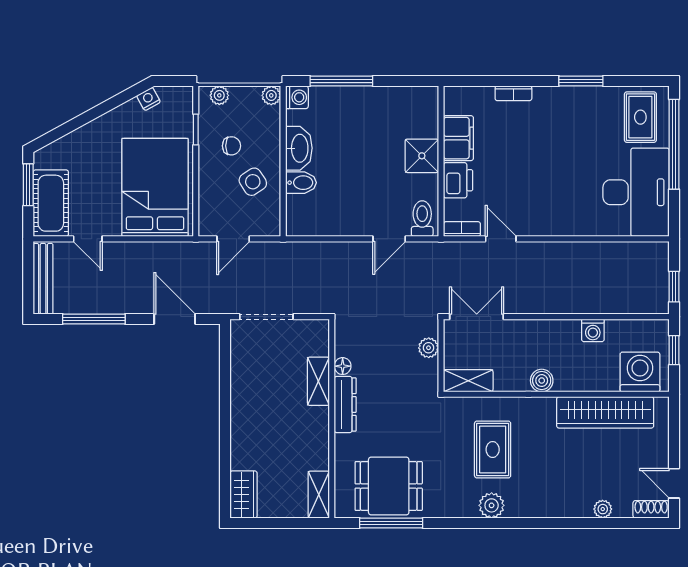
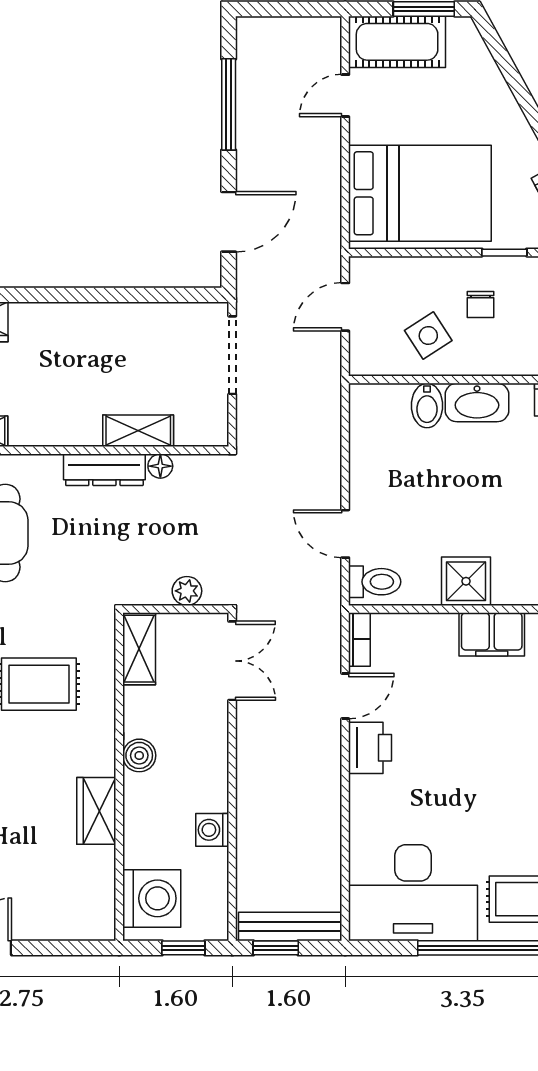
printer: (458, 180) -> (370, 748), moved, turned -90
door: (233, 239) -> (345, 307), hinge flipped
bench: (43, 279) -> (290, 926), moved
wardrobe: (605, 412) -> (96, 811), width x0.48, depth x0.85

